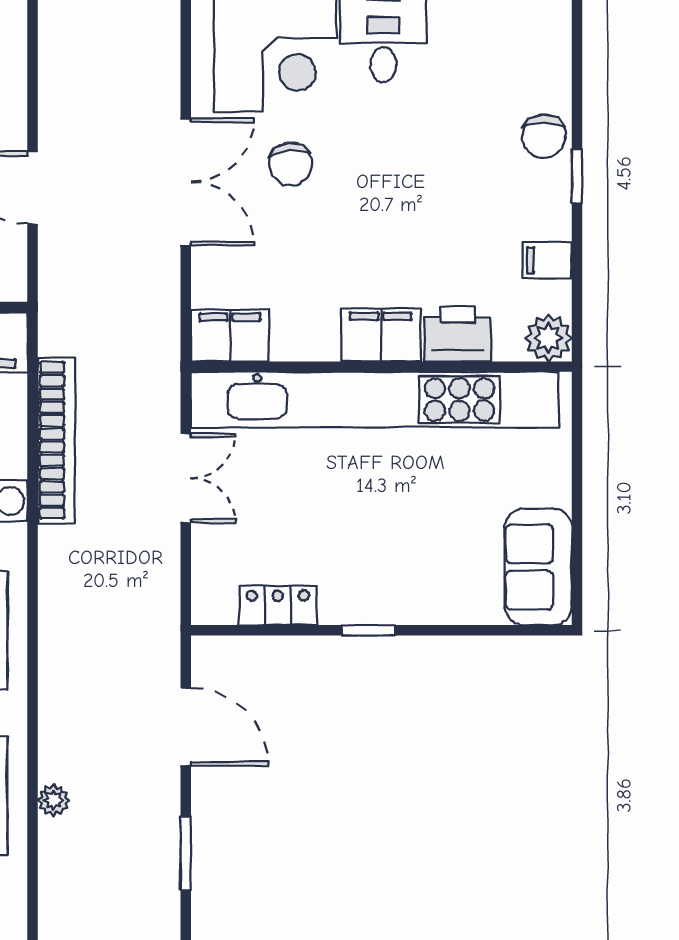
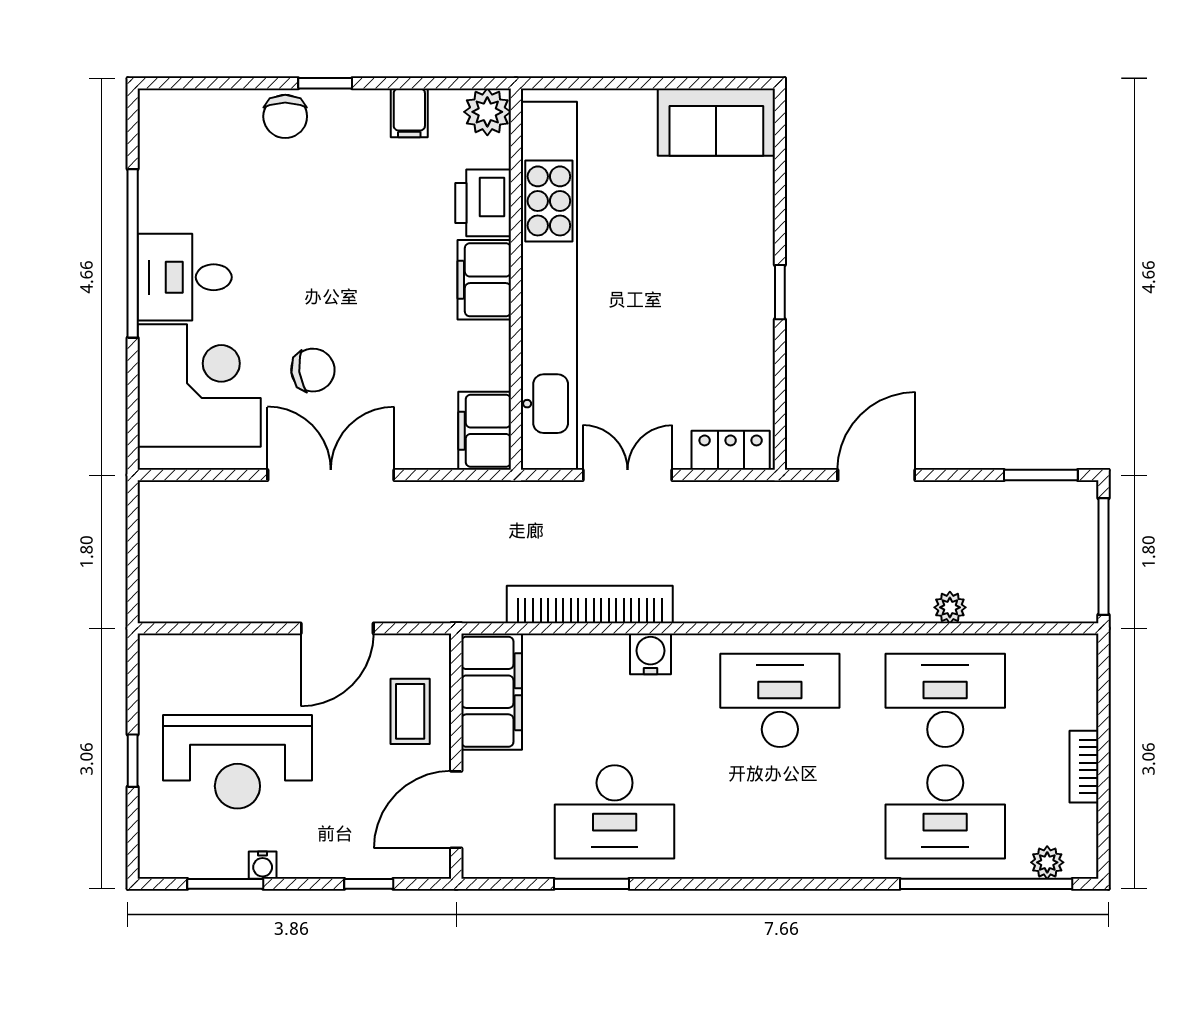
chair: (544, 136) -> (285, 116), turned 90
locker: (278, 606) -> (731, 450), moved, turned 90
window: (186, 853) -> (1041, 475), moved

